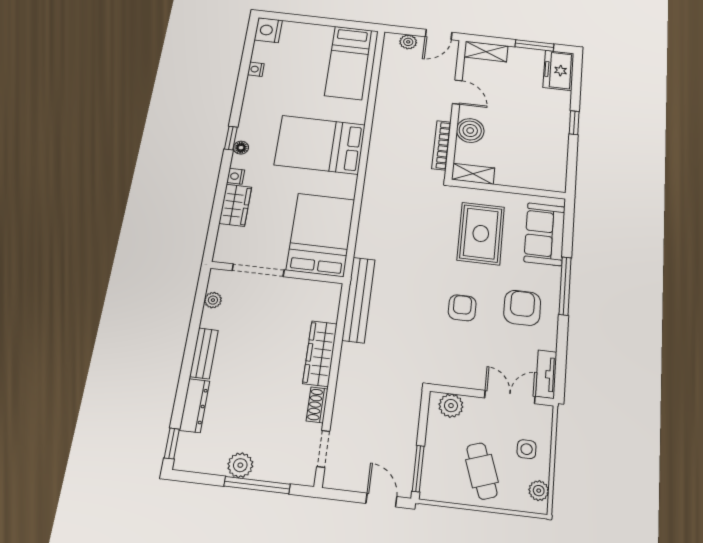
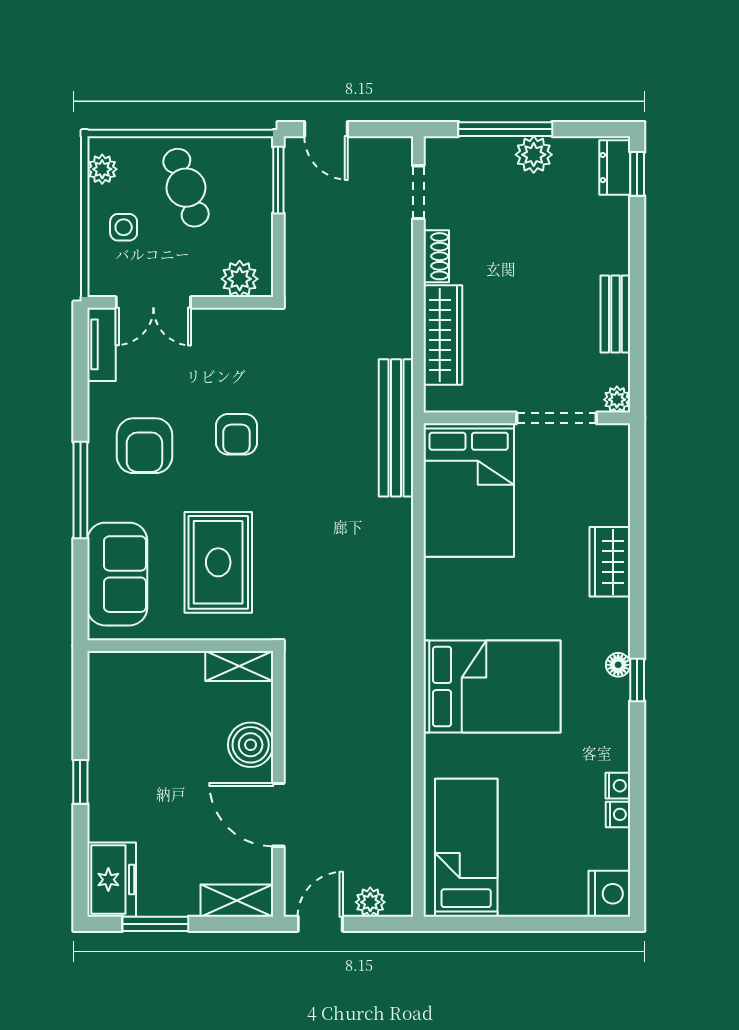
door: (457, 92) -> (278, 815), width x1.38
bookcase: (441, 145) -> (295, 711), removed
nightstand: (236, 176) -> (618, 786), moved
bed: (321, 235) -> (469, 490), moved
doorway: (258, 270) -> (556, 418), moved
wall: (277, 273) -> (527, 418), moved
dresser: (195, 406) -> (615, 168), moved, width x0.70

